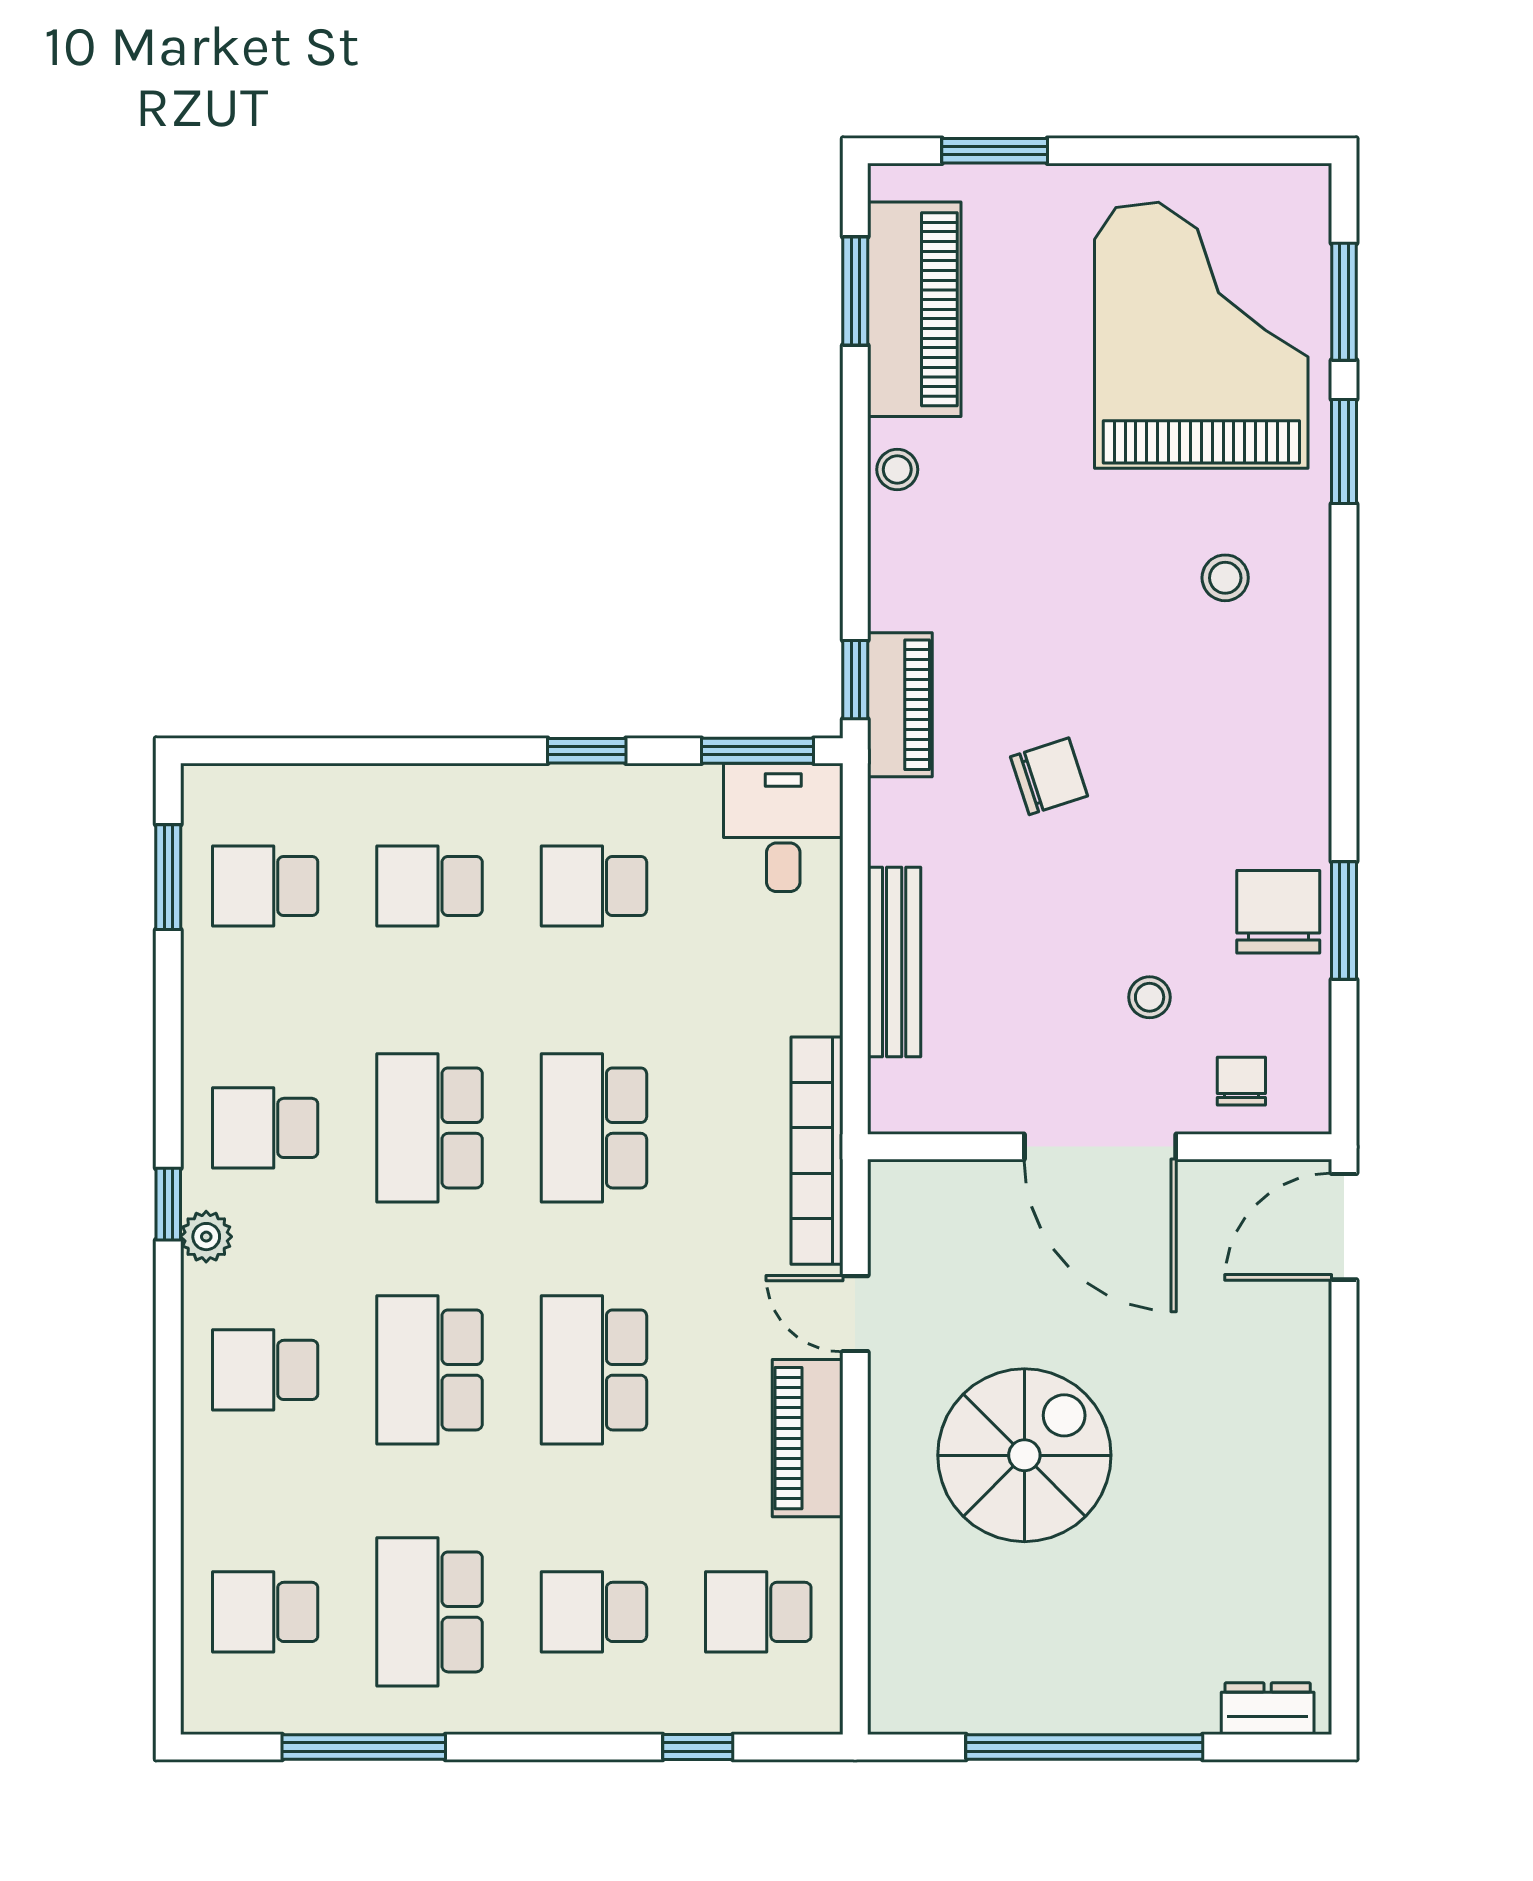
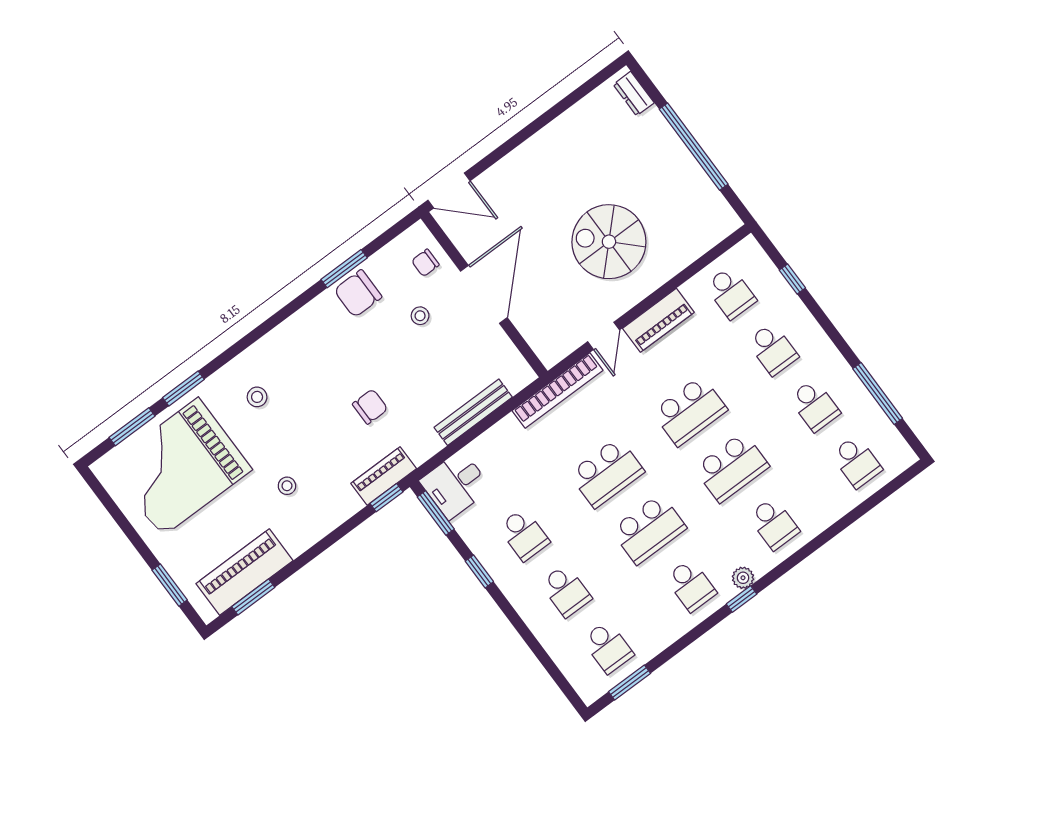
stool: (897, 470) -> (287, 486), moved
chair: (1049, 776) -> (370, 407), turned 108
school desk: (430, 1612) -> (815, 405), width x0.54

